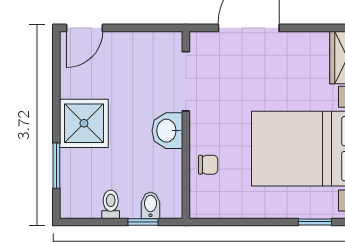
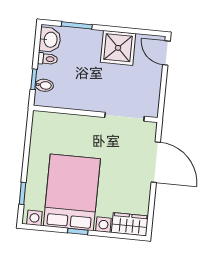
shower: (84, 123) -> (118, 48), moved
washbasin: (167, 131) -> (50, 40), moved, turned 90
chair: (208, 165) -> (68, 126), removed

